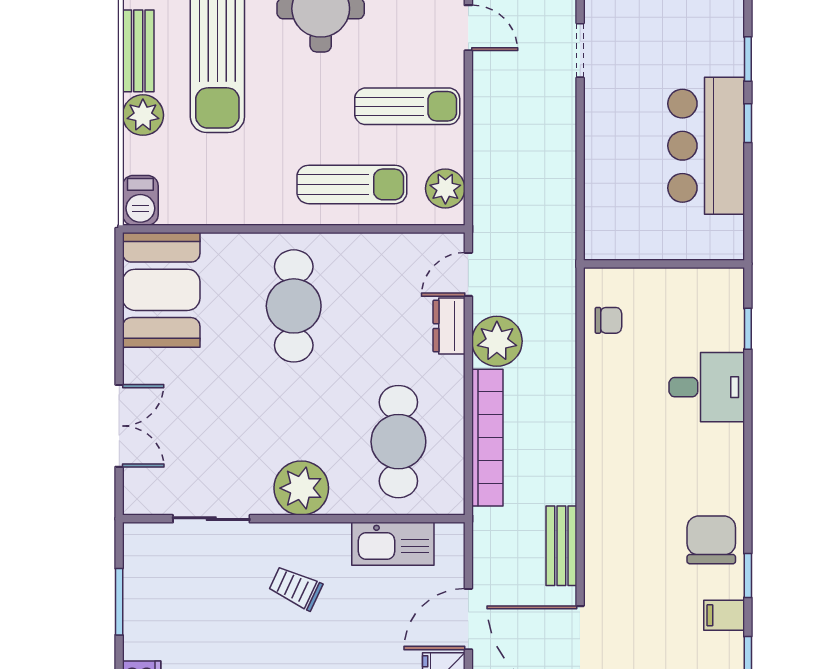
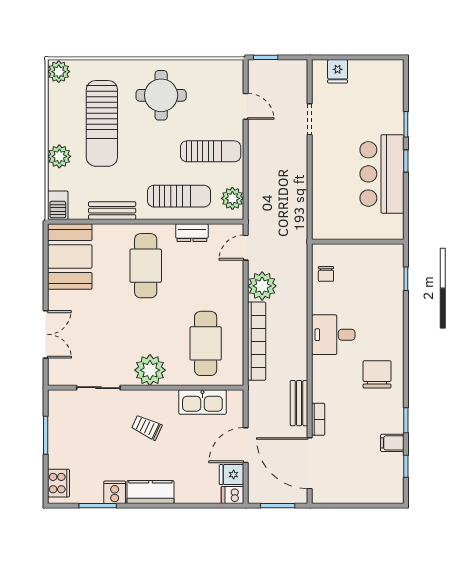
bench: (138, 51) -> (112, 211), moved, turned 90
chair: (608, 320) -> (326, 274), turned 90
dresser: (449, 326) -> (192, 233), moved, turned -90
desk: (707, 387) -> (333, 335), moved, turned 180
chair: (711, 540) -> (377, 374), moved
bookcase: (595, 574) -> (318, 419), added

